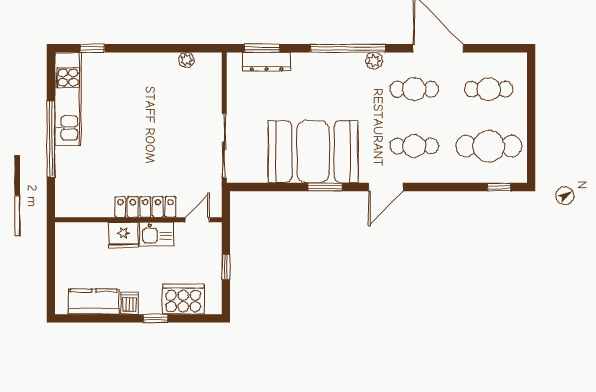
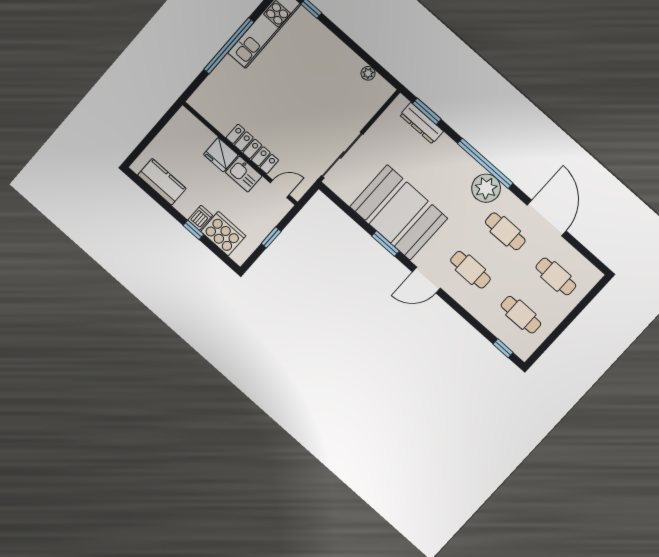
plant: (374, 61) -> (486, 188), width x1.87, depth x1.87
cafe table: (489, 146) -> (521, 315), width x0.73, depth x0.74
dishwasher: (129, 303) -> (200, 218), moved

